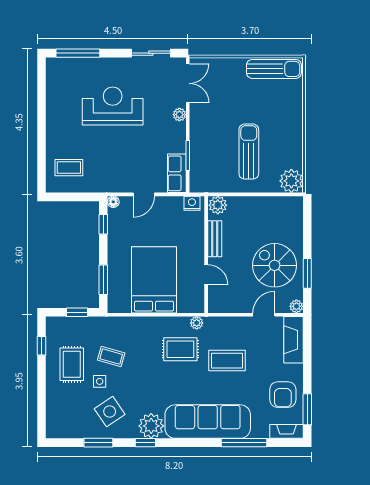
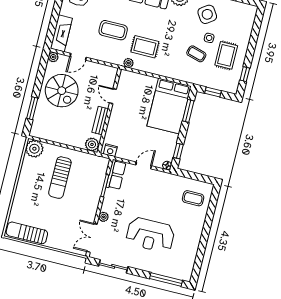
window: (307, 273) -> (32, 108), moved
bed: (154, 280) -> (169, 106), moved

